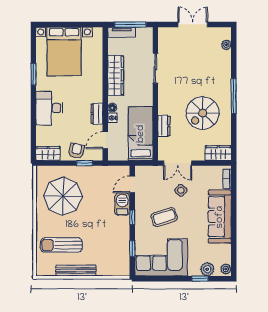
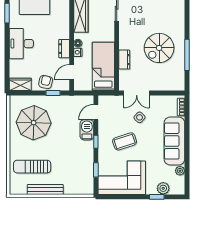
window: (234, 96) -> (187, 55), moved
wardrobe: (218, 153) -> (173, 84), removed
plant: (226, 269) -> (180, 171), moved

